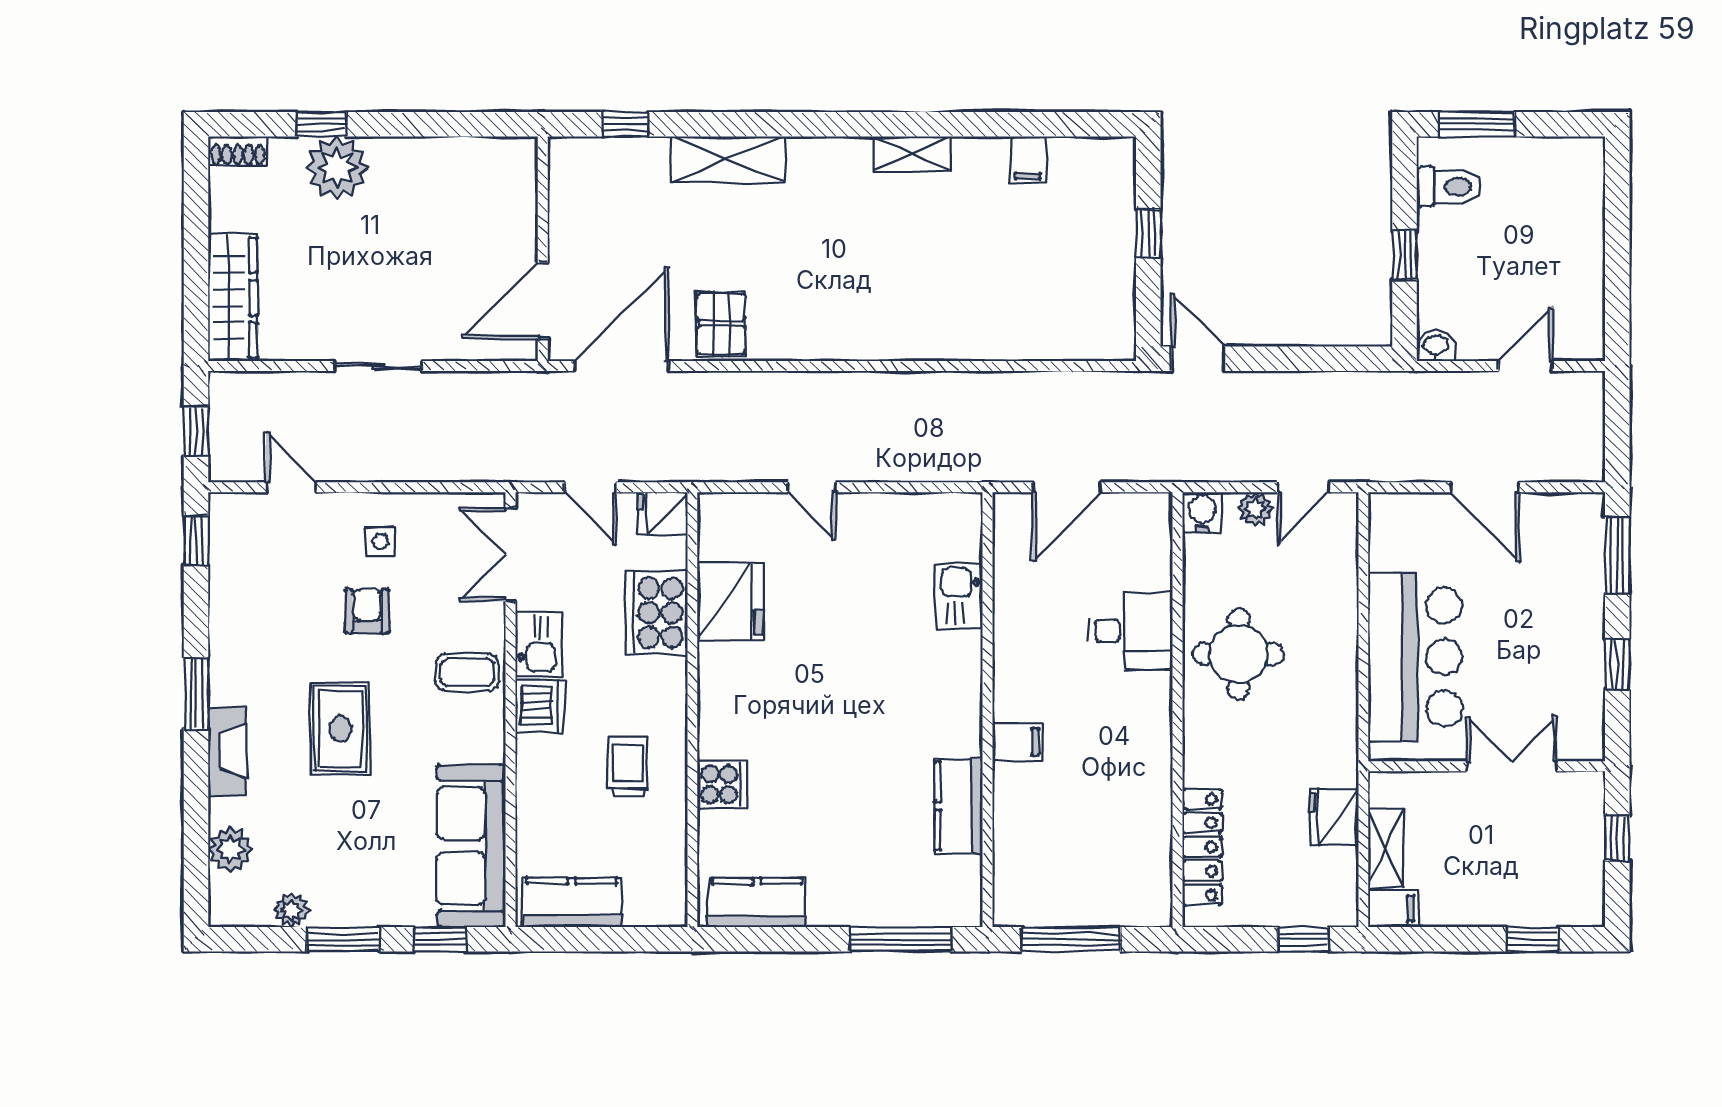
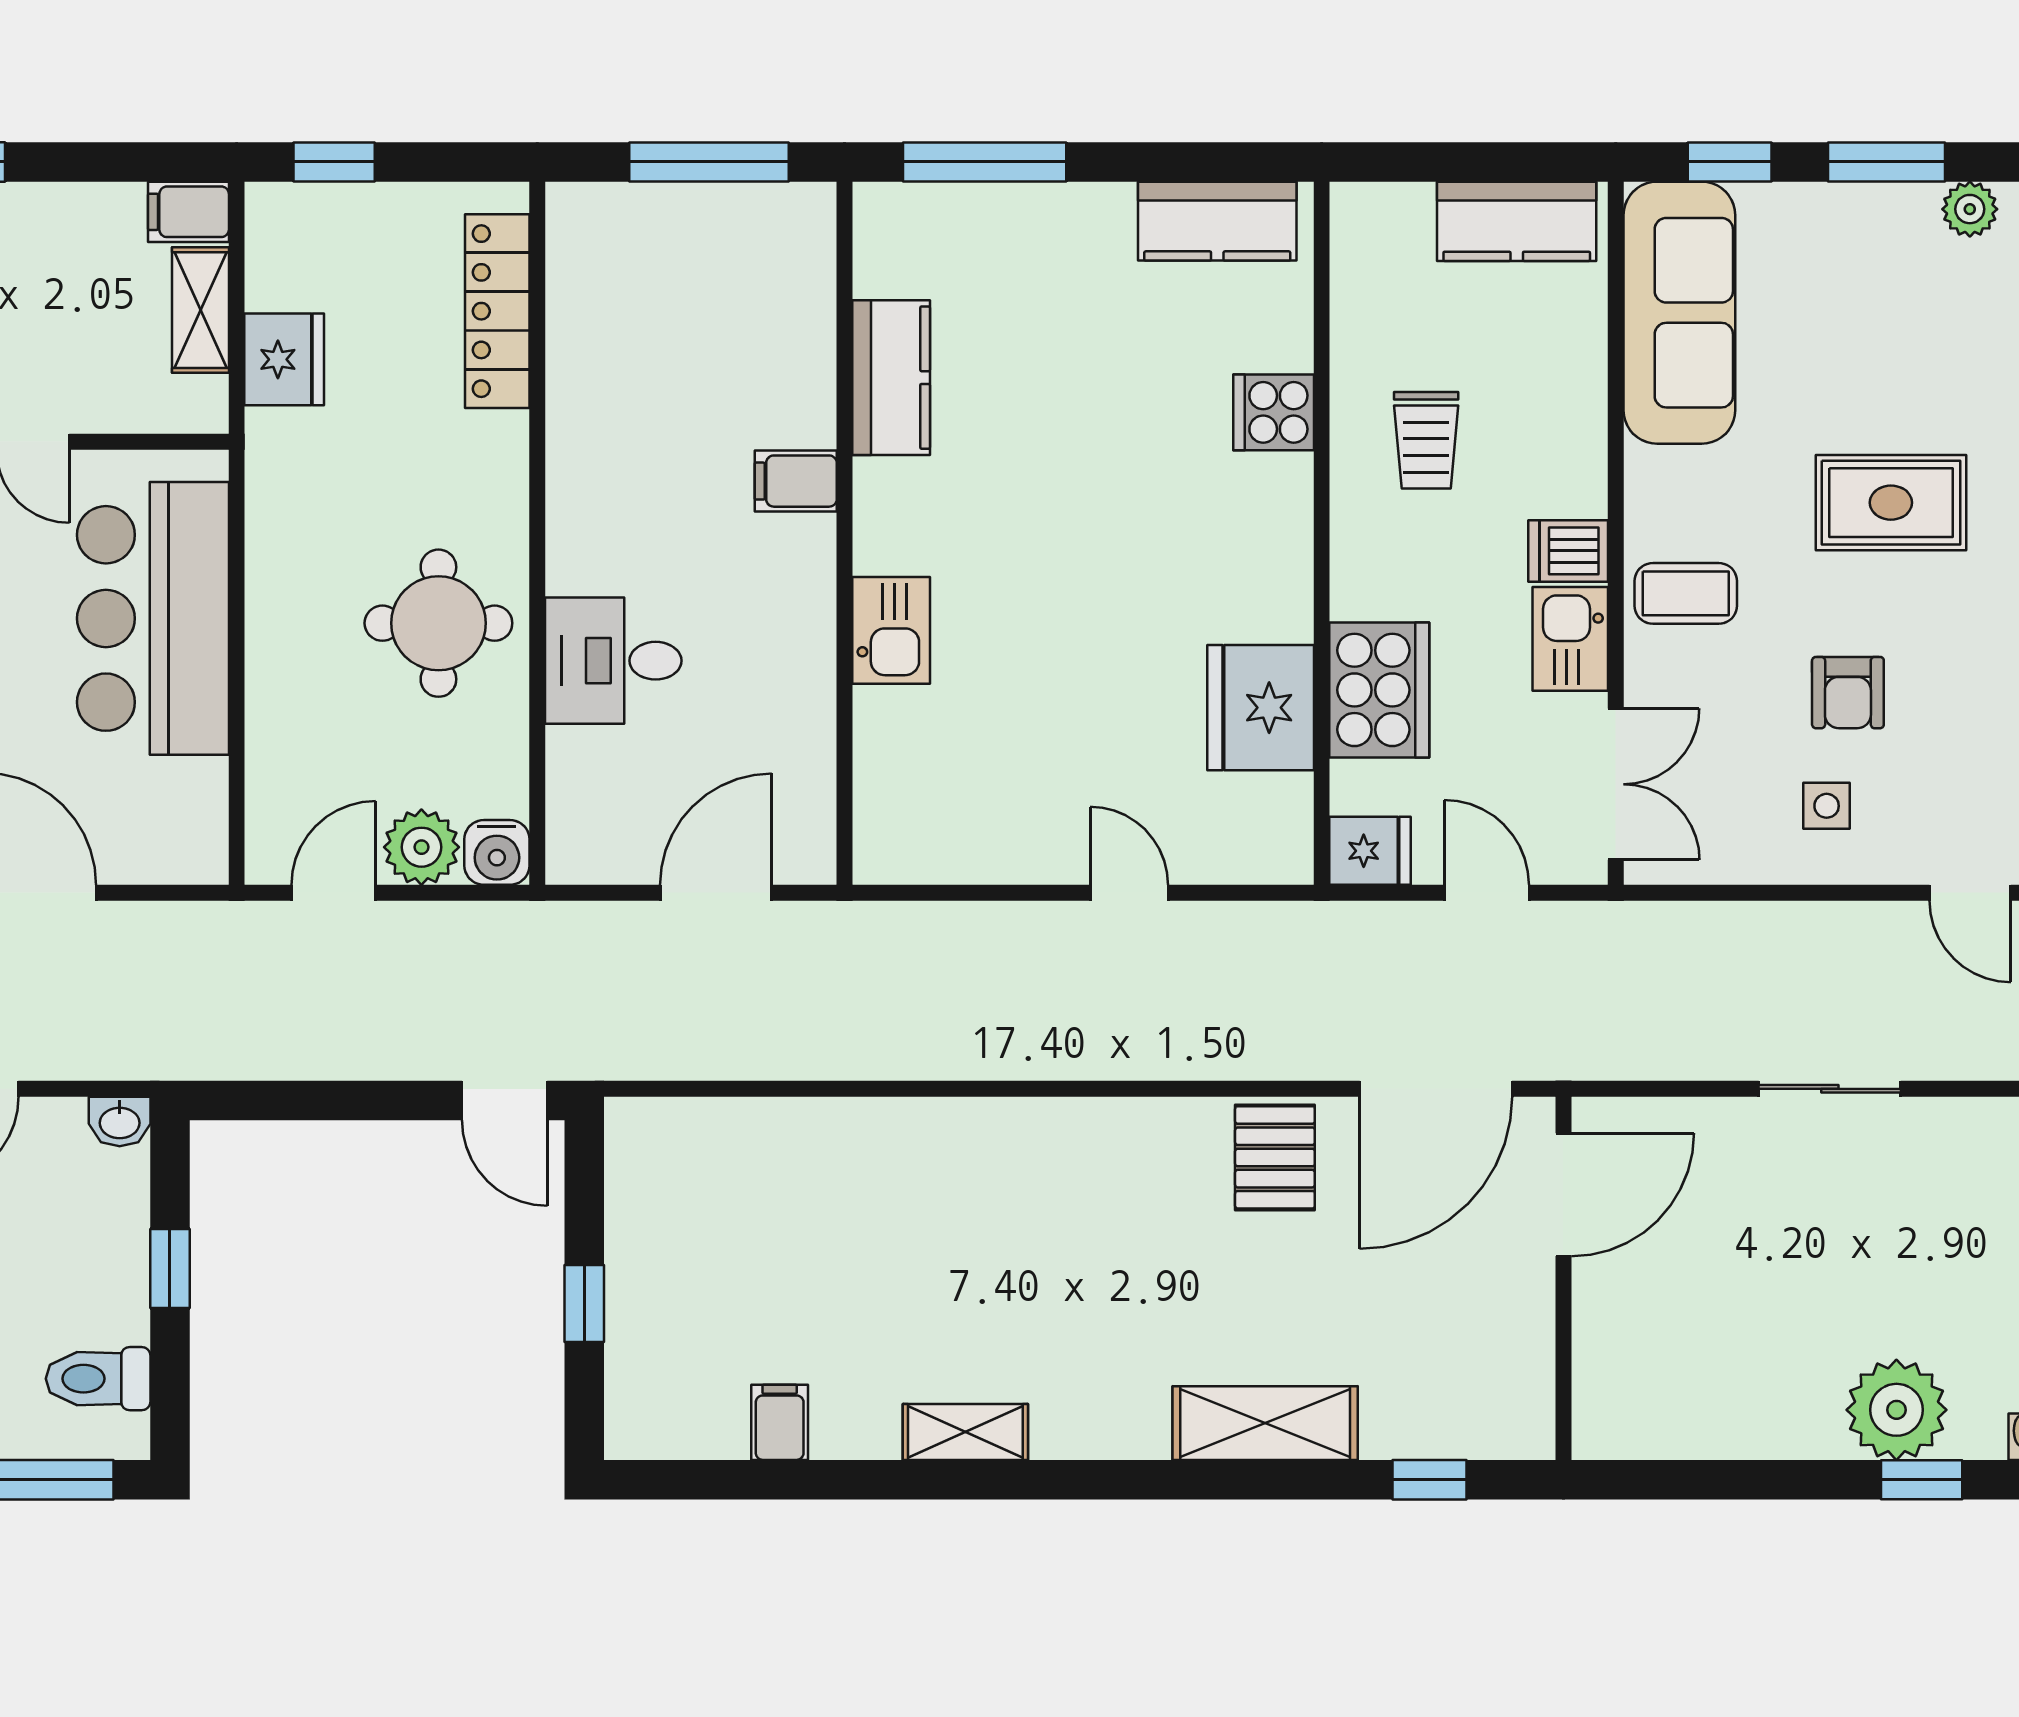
plant: (1255, 509) -> (421, 847), width x1.38, depth x1.38
kitchen sink: (959, 595) -> (891, 630), moved
dishwasher: (540, 706) -> (1568, 551), width x0.73
rug: (340, 729) -> (1891, 503), turned 90

